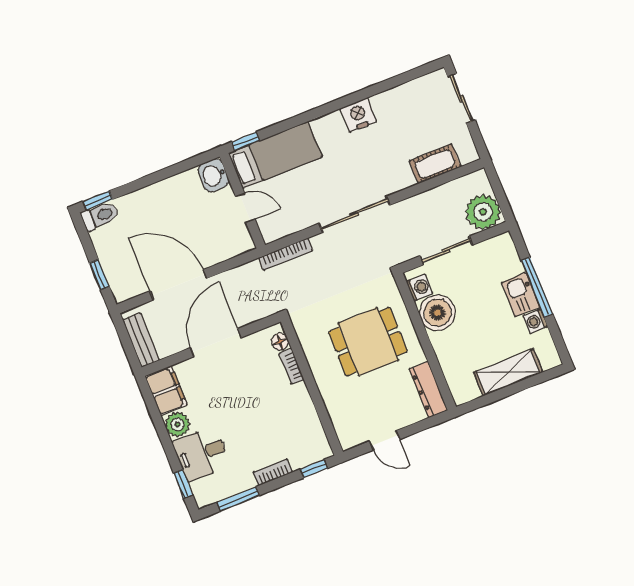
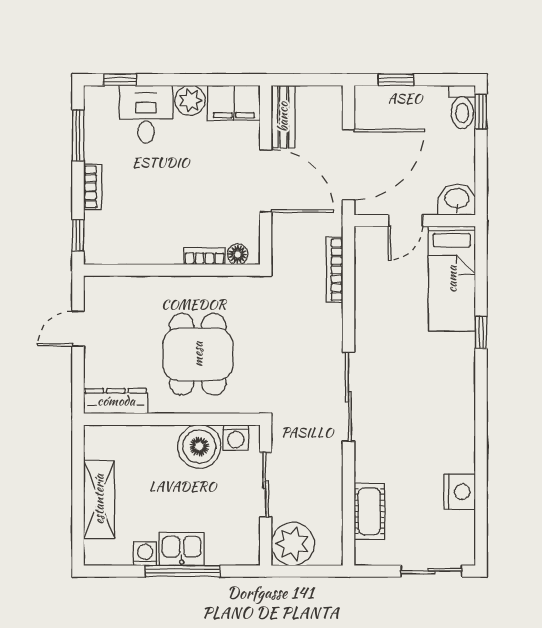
nightstand: (358, 115) -> (460, 492), moved
window: (245, 141) -> (481, 332), moved
bed: (275, 155) -> (452, 279), moved
washbasin: (213, 175) -> (457, 199), moved
wall: (242, 201) -> (415, 221), moved
door: (245, 208) -> (405, 221), moved
bookcase: (286, 254) -> (335, 270), moved
bench: (141, 340) -> (283, 117), moved, turned 90

